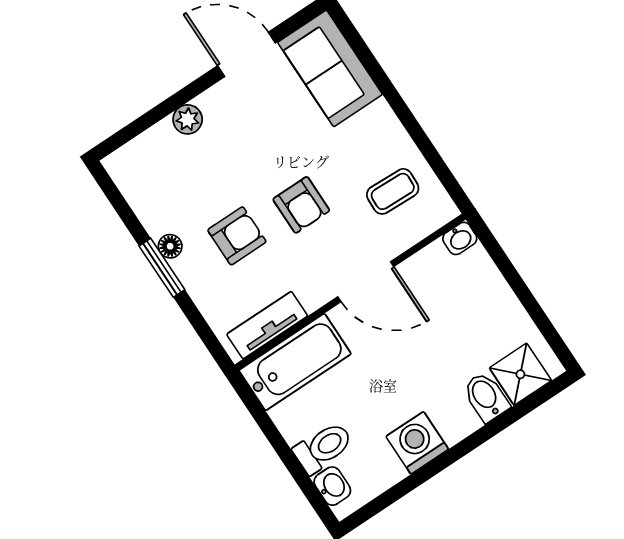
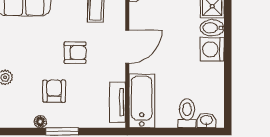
armchair: (237, 236) -> (54, 91), moved
floor lamp: (170, 246) -> (40, 122), moved
washing machine: (417, 443) -> (212, 49), moved

